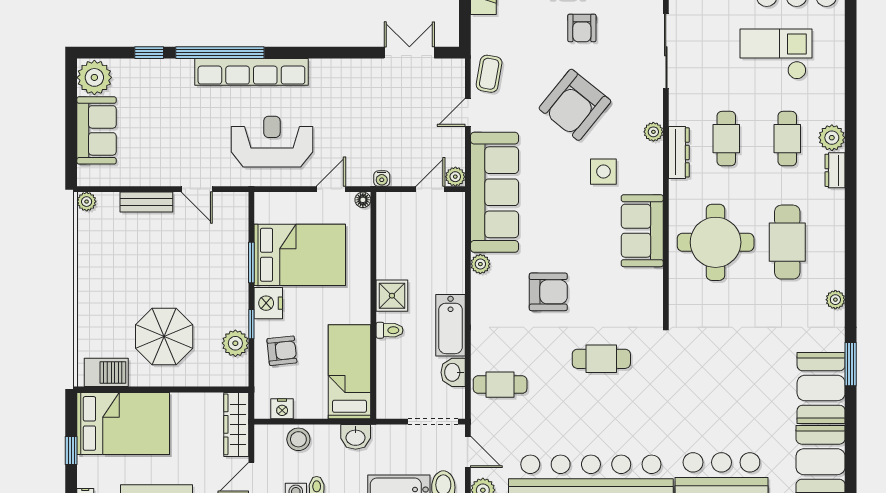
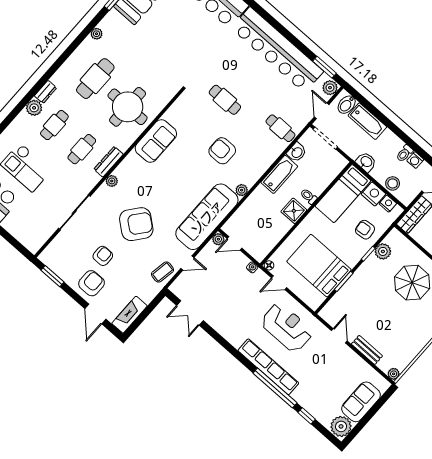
reception desk: (272, 142) -> (287, 327), turned 180
side table: (603, 172) -> (150, 183), removed
nightstand: (268, 303) -> (373, 194), moved, turned -90

